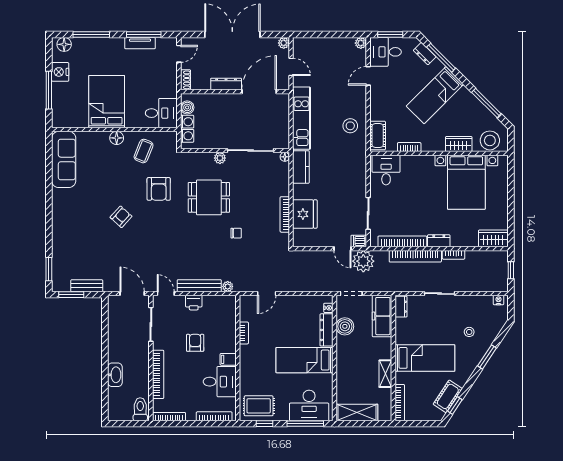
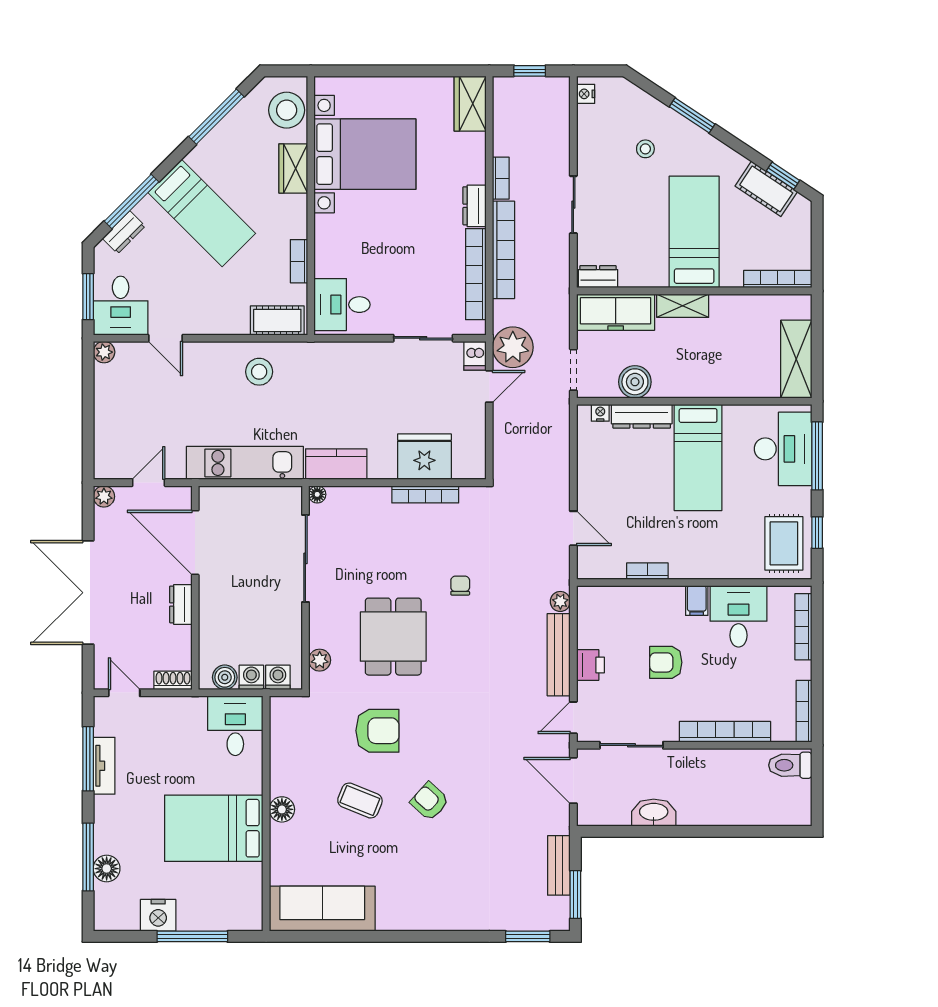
floor lamp: (64, 44) -> (107, 869), moved
dresser: (226, 84) -> (181, 604), width x0.70
coffee table: (144, 151) -> (360, 800), moved
plant: (220, 158) -> (320, 660), moved
door: (132, 294) -> (573, 780), hinge flipped
shelving: (385, 374) -> (683, 306), moved
washbasin: (115, 375) -> (654, 813), moved

